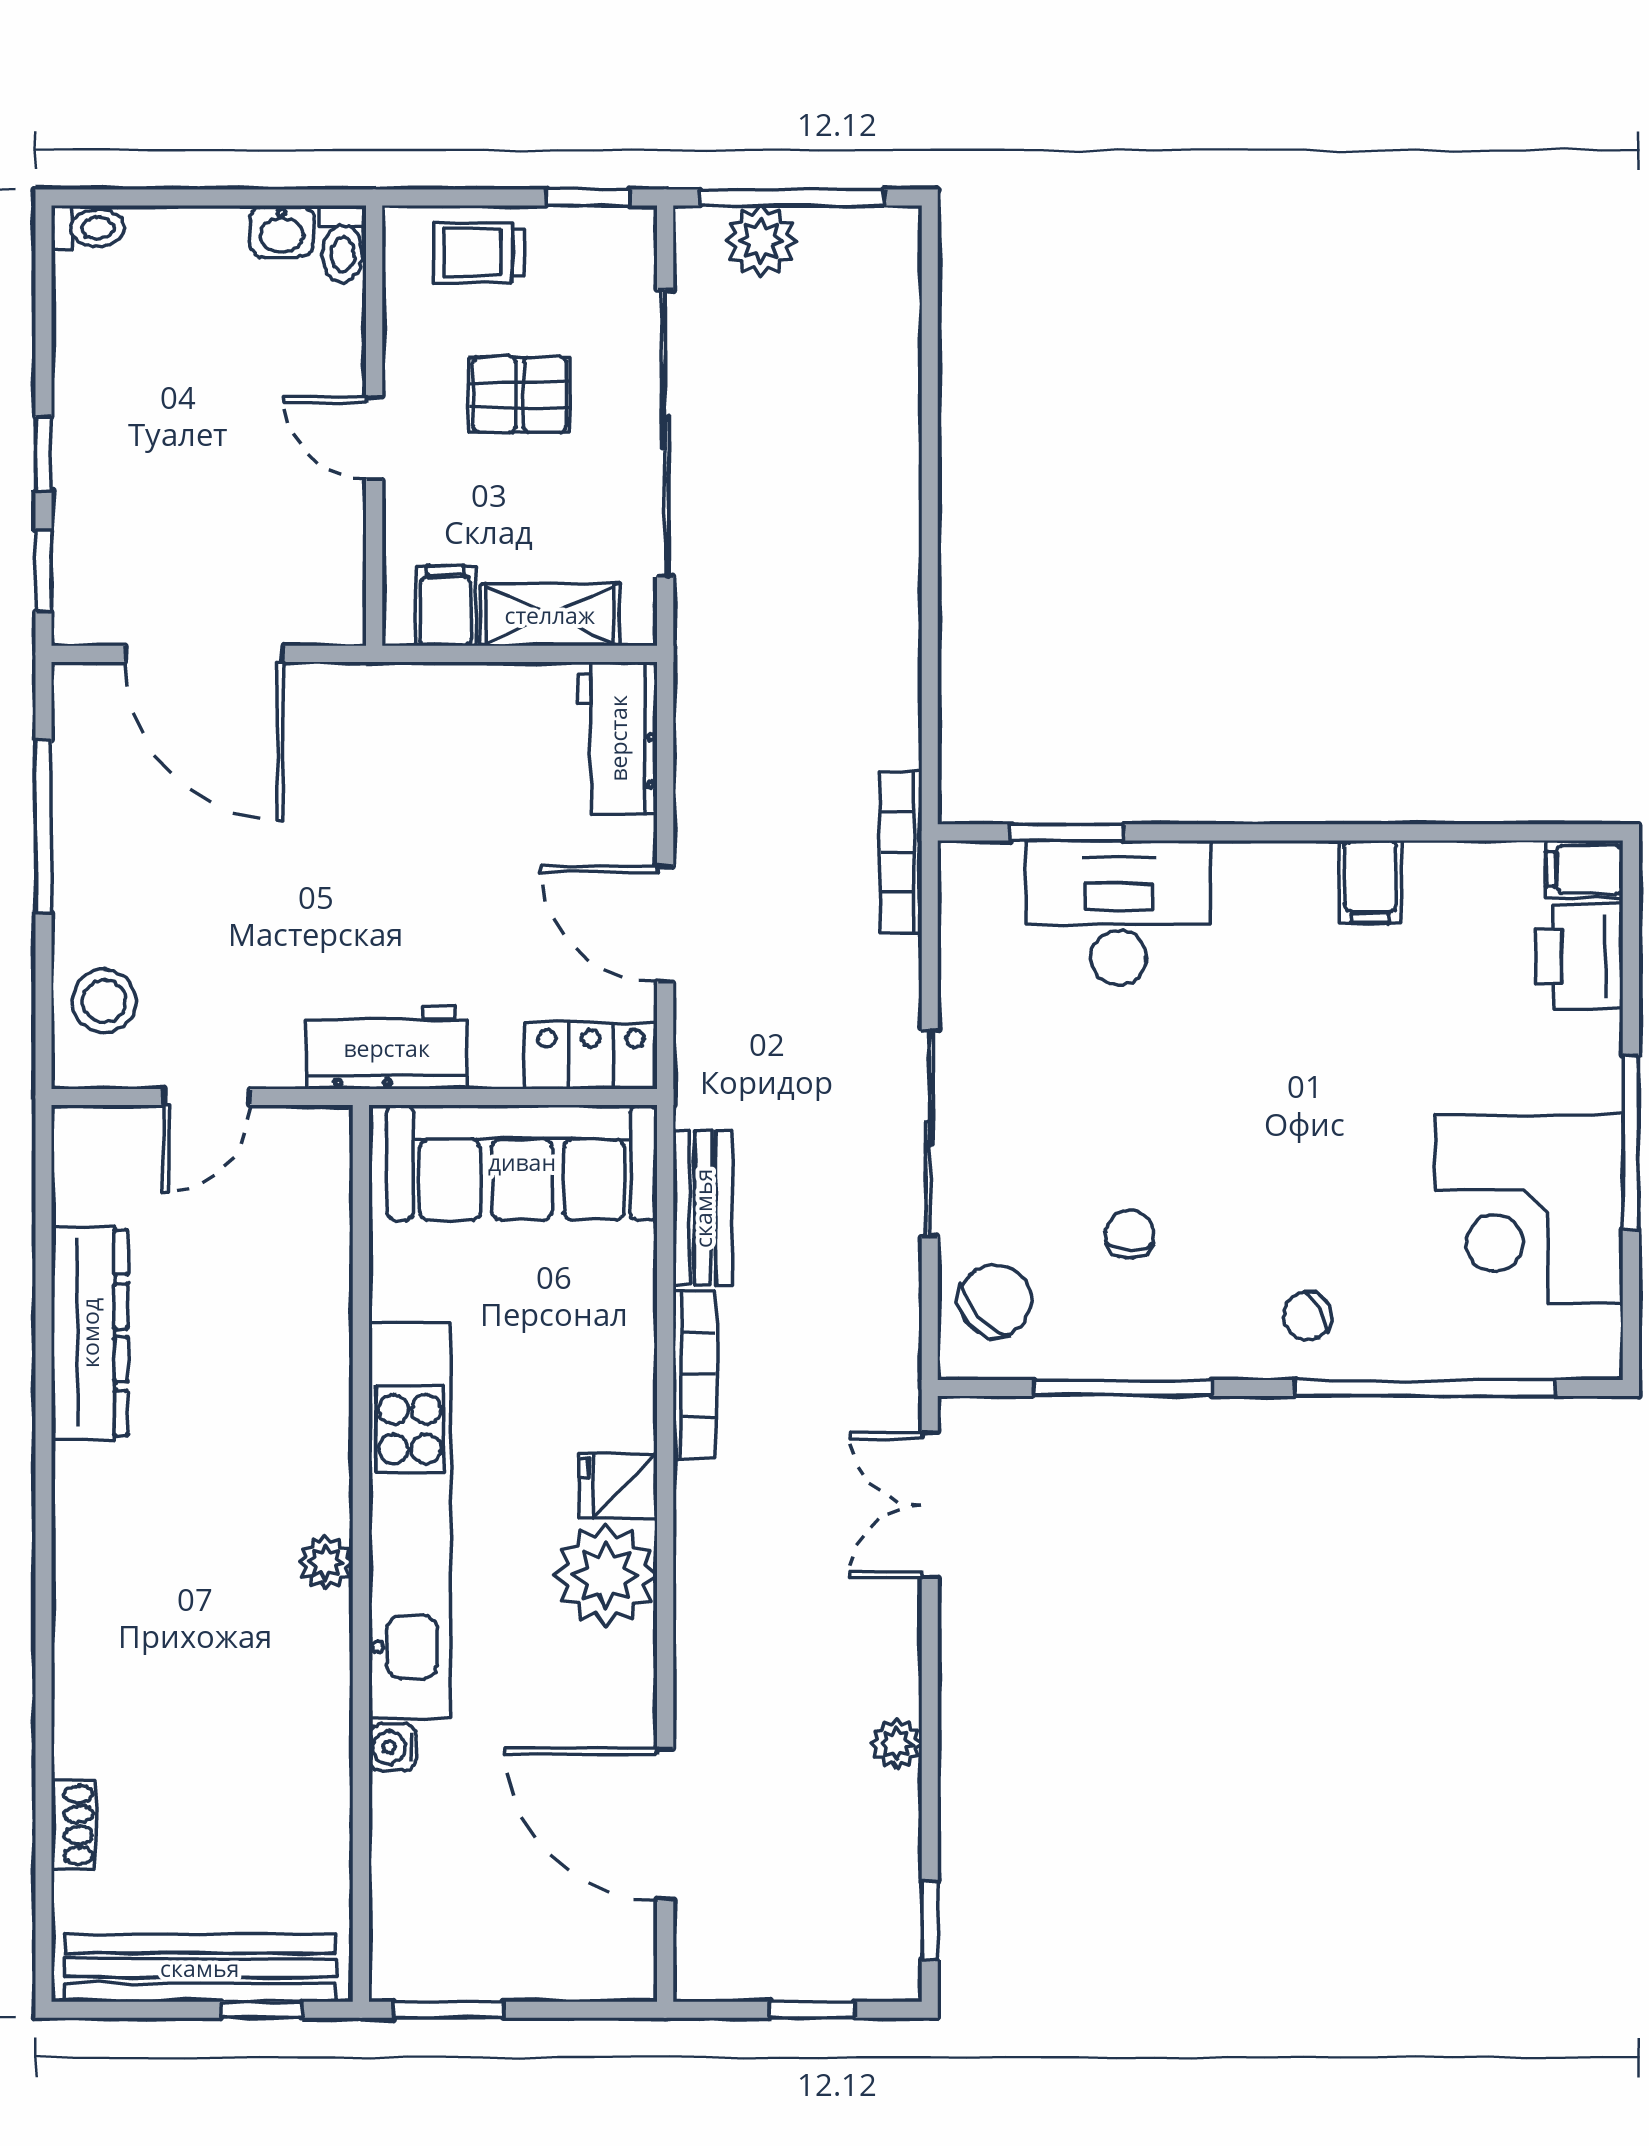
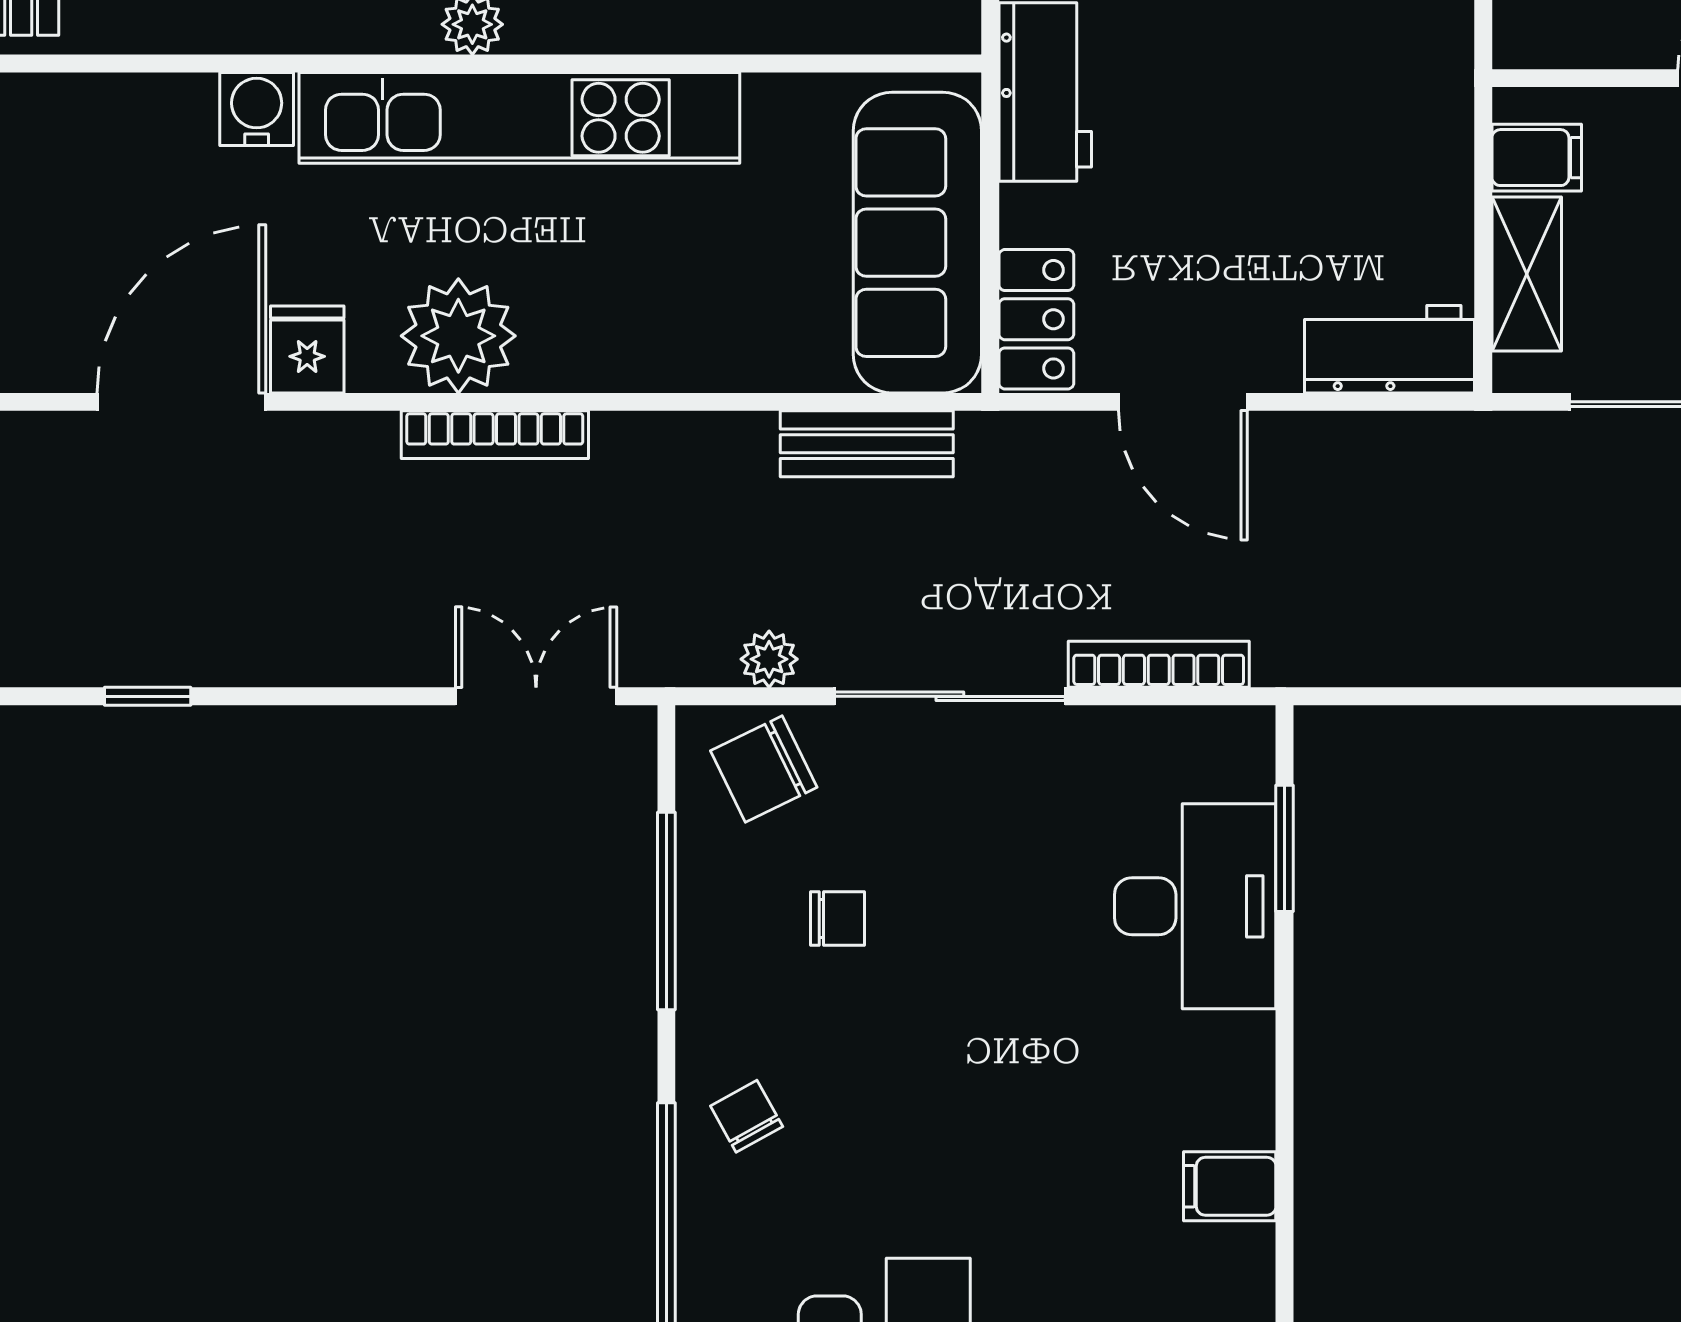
bookcase: (901, 852) -> (1159, 664), moved
door: (665, 924) -> (1183, 402), swing flipped
chair: (995, 1300) -> (764, 769), turned 107
bookcase: (695, 1375) -> (495, 435), moved
fridge: (618, 1486) -> (307, 349), moved
plant: (896, 1743) -> (769, 659), moved
water cooler: (393, 1747) -> (257, 109), width x1.38, depth x1.38
window: (930, 1920) -> (148, 696), moved

